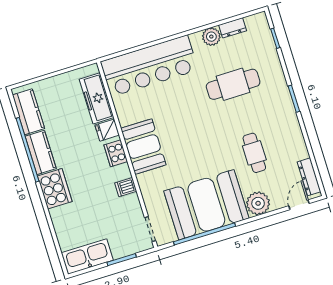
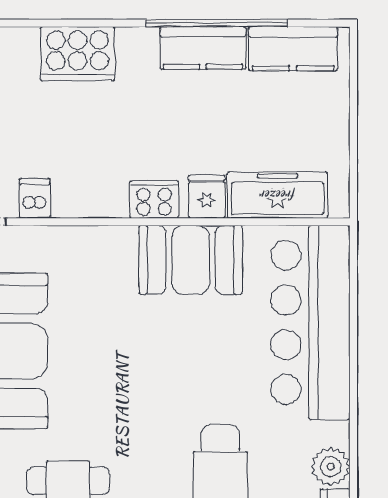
booth: (143, 147) -> (191, 260), moved
dishwasher: (126, 187) -> (35, 198), moved
cooker: (55, 189) -> (78, 54), moved

